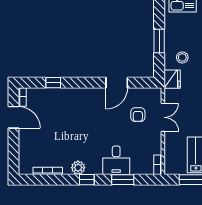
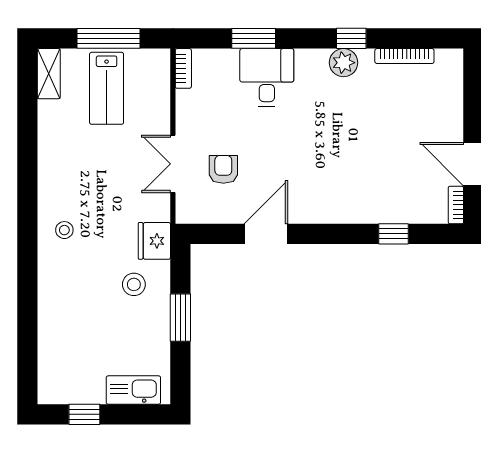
window: (87, 180) -> (351, 38), moved

